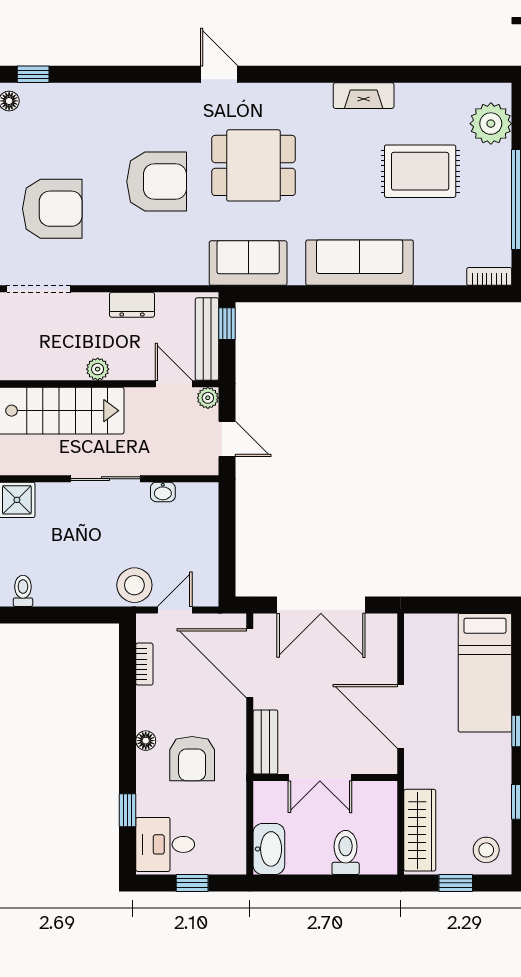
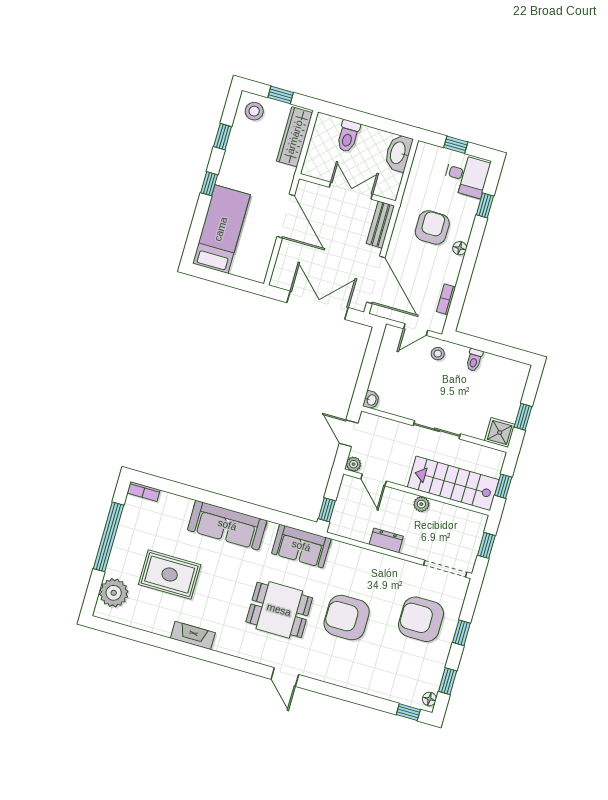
bench: (207, 339) -> (343, 503), removed
washbasin: (163, 492) -> (371, 400), moved, turned 90
stool: (134, 585) -> (438, 354), width x0.53, depth x0.53
toilet: (23, 591) -> (474, 360), moved

